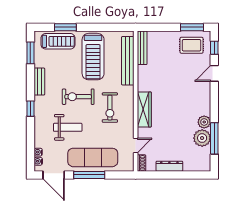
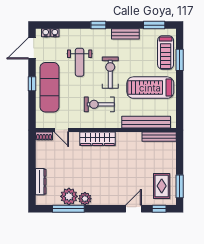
door: (214, 73) -> (133, 209), hinge flipped
dresser: (169, 166) -> (41, 182), moved
window: (89, 175) -> (32, 84), width x0.46

